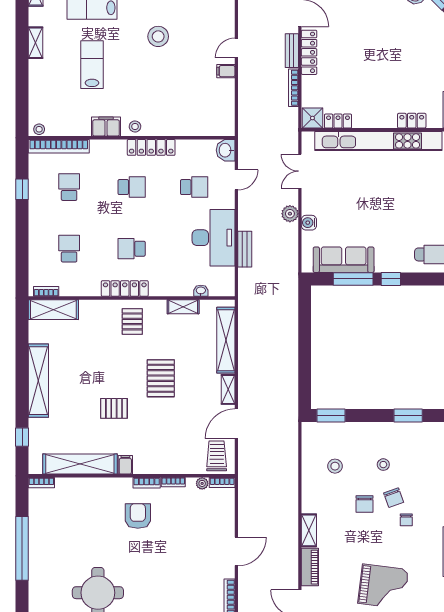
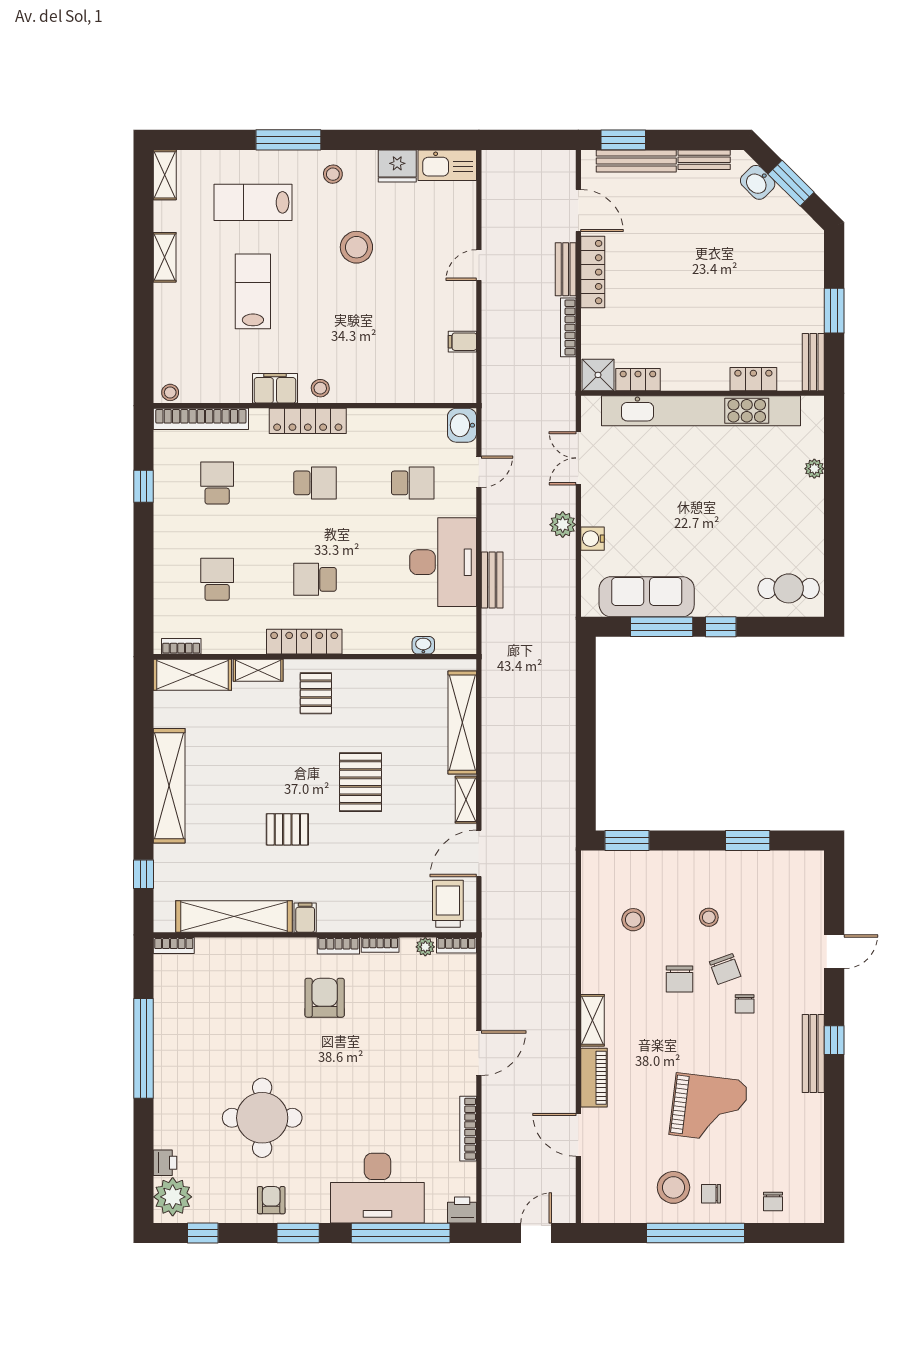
filing cabinet: (226, 71) -> (462, 342), moved
locker: (151, 147) -> (308, 421), moved
shelving: (183, 307) -> (258, 670), moved

